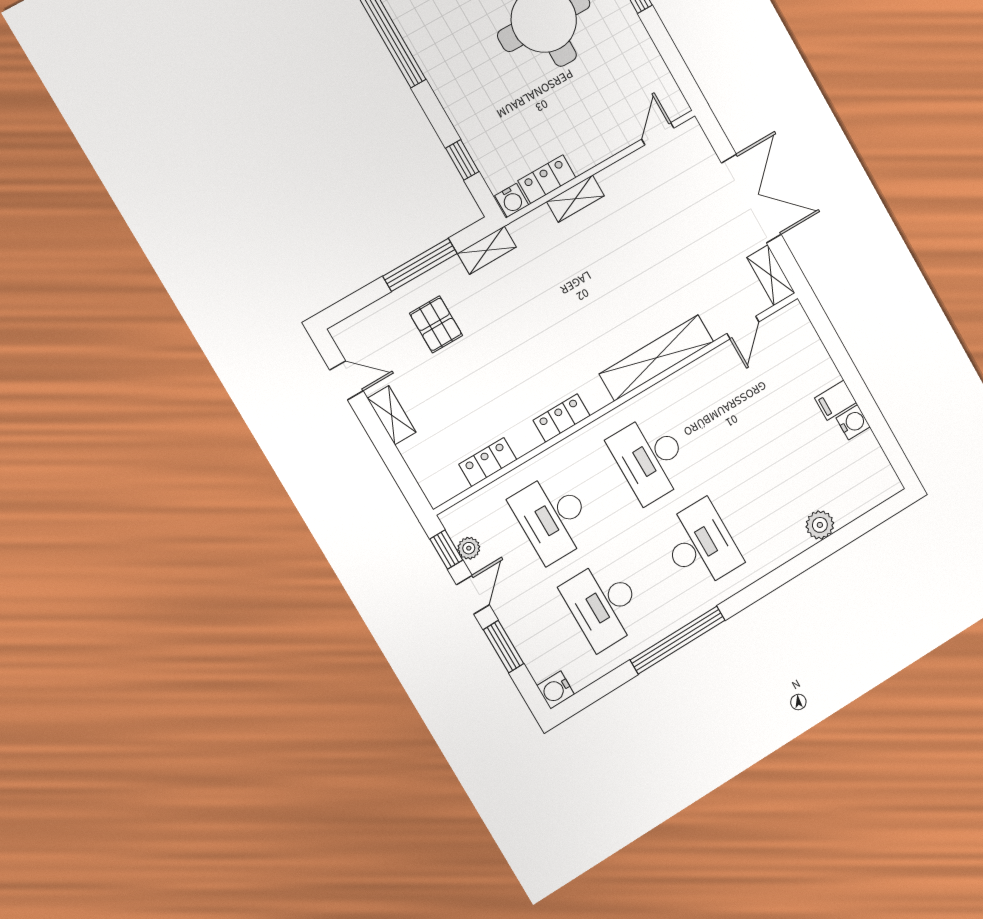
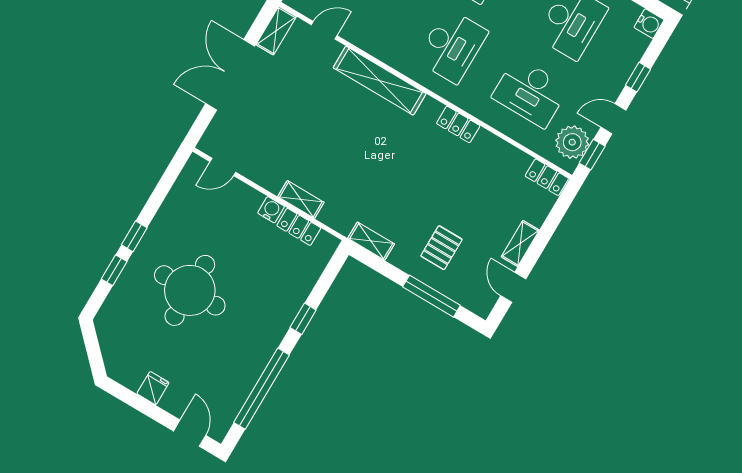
window: (462, 160) -> (303, 319), moved
water cooler: (512, 200) -> (271, 210), moved
window: (420, 265) -> (431, 296), moved
locker: (488, 462) -> (547, 177), moved
desk: (553, 517) -> (530, 92), turned 90
plant: (469, 548) -> (572, 142), width x1.88, depth x1.88
window: (504, 647) -> (638, 77), width x0.67

